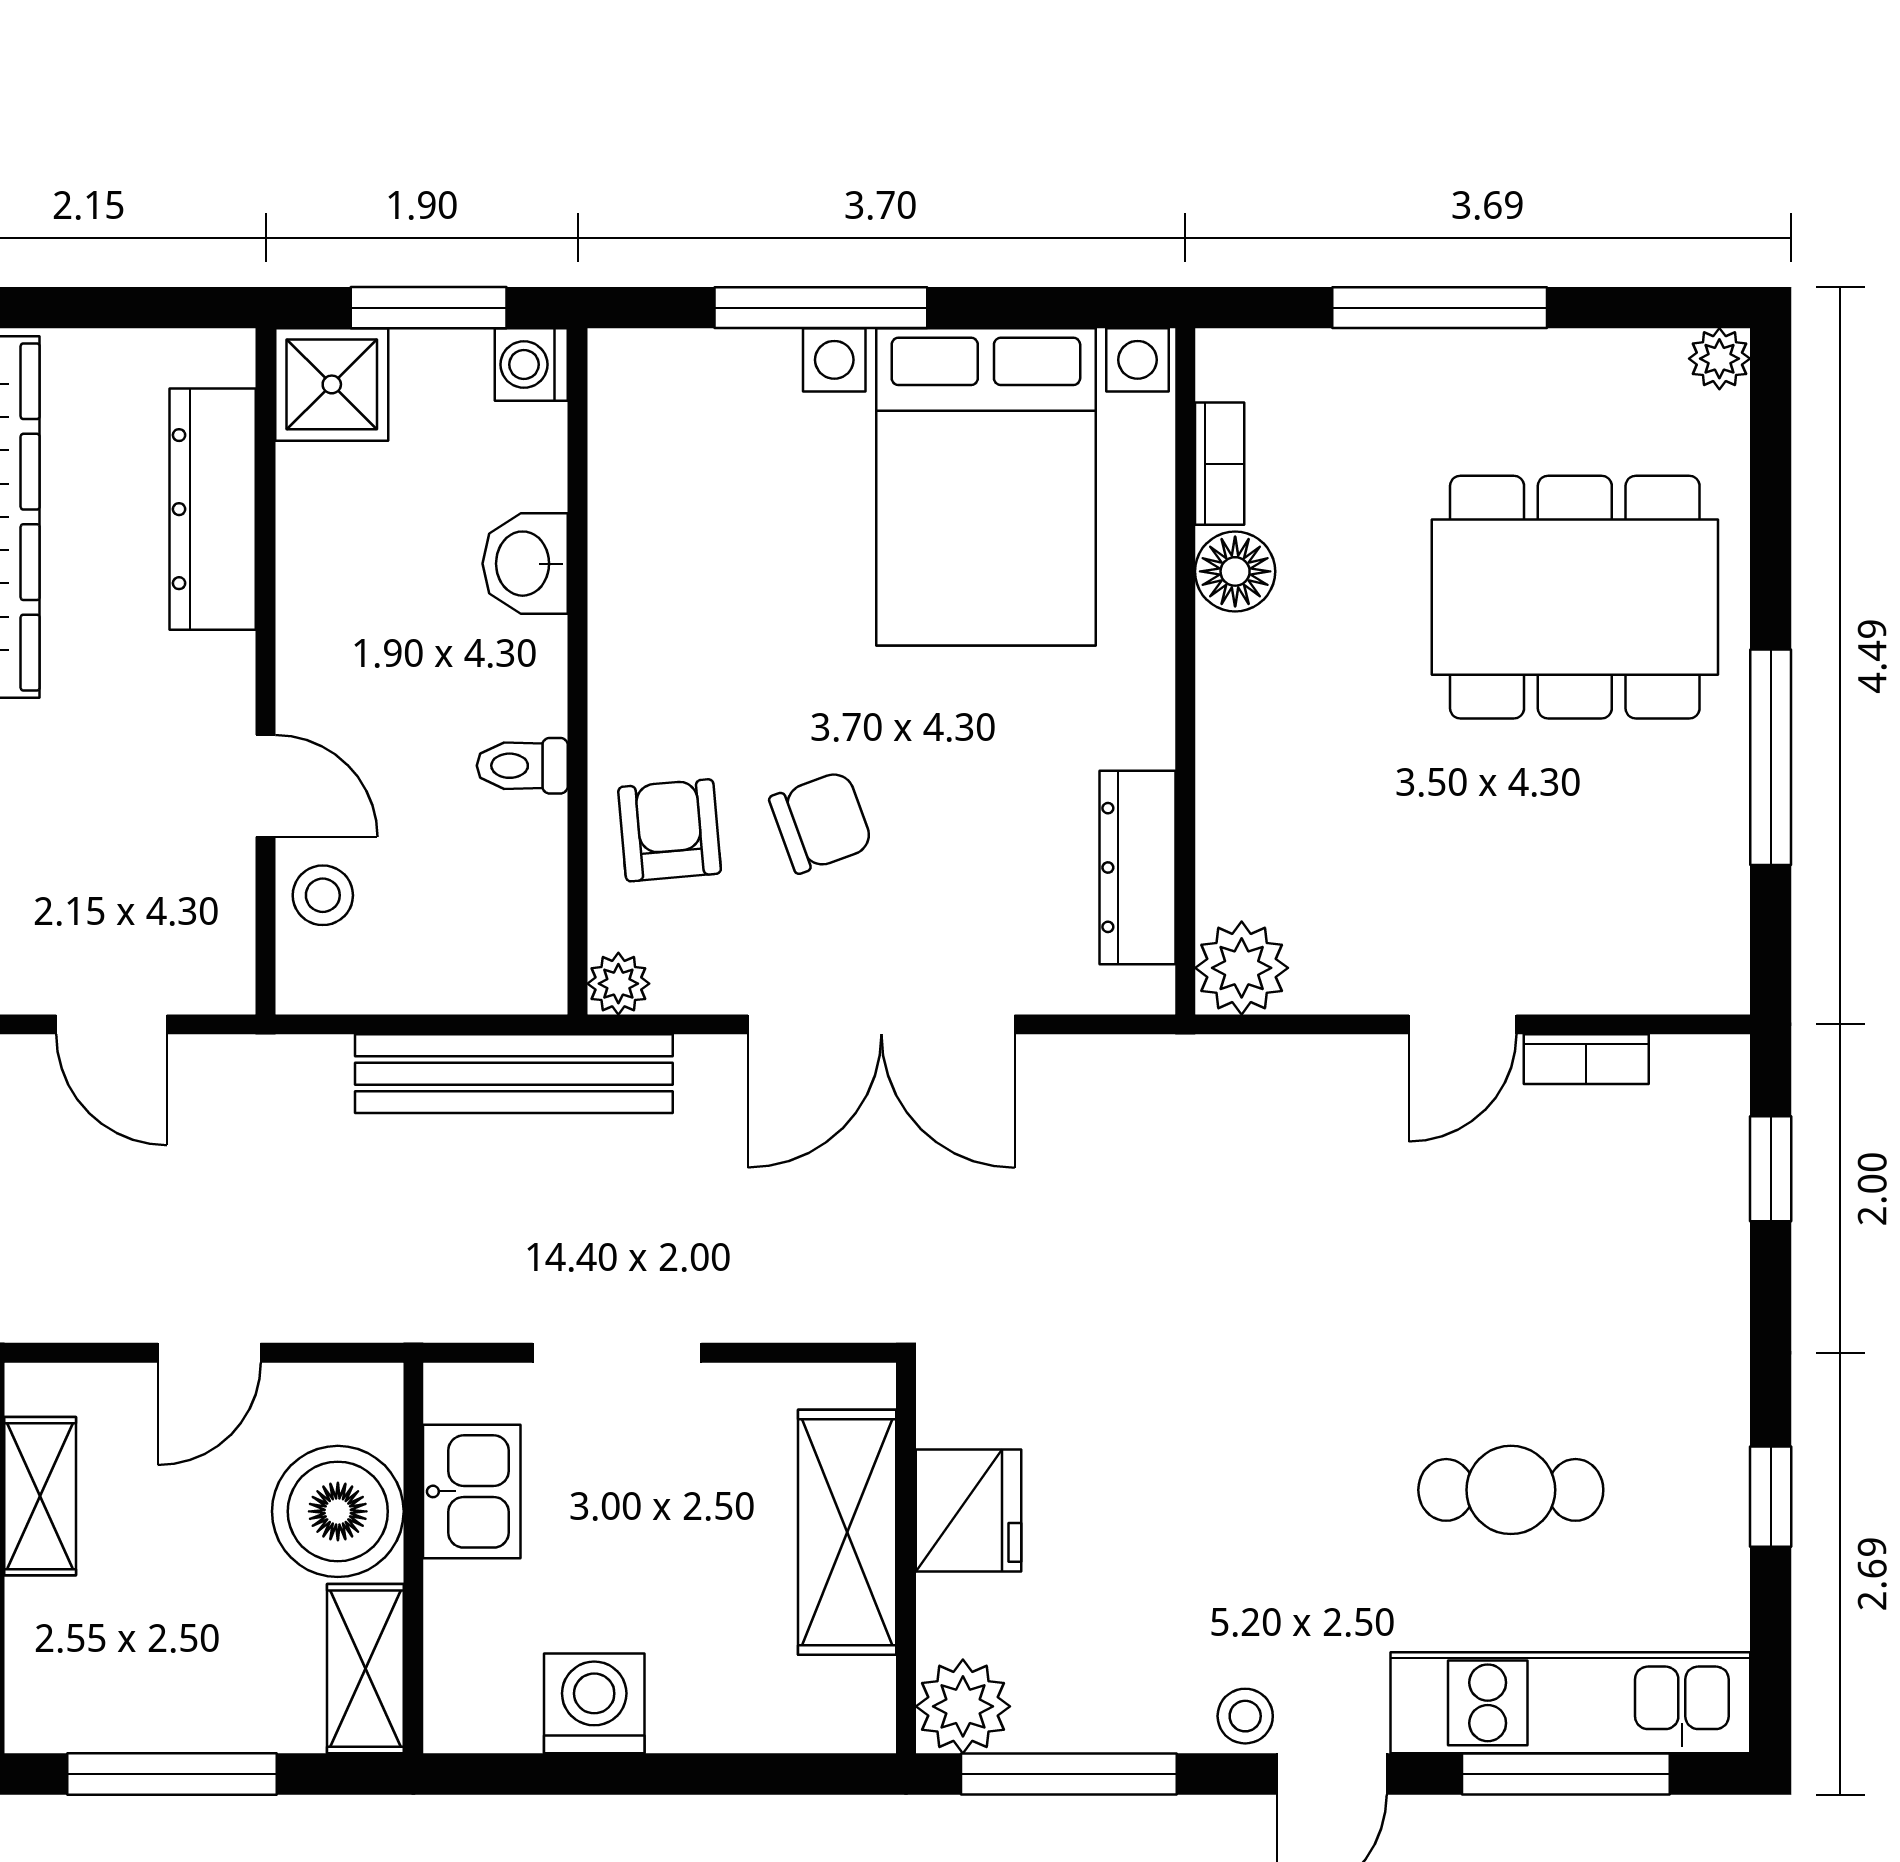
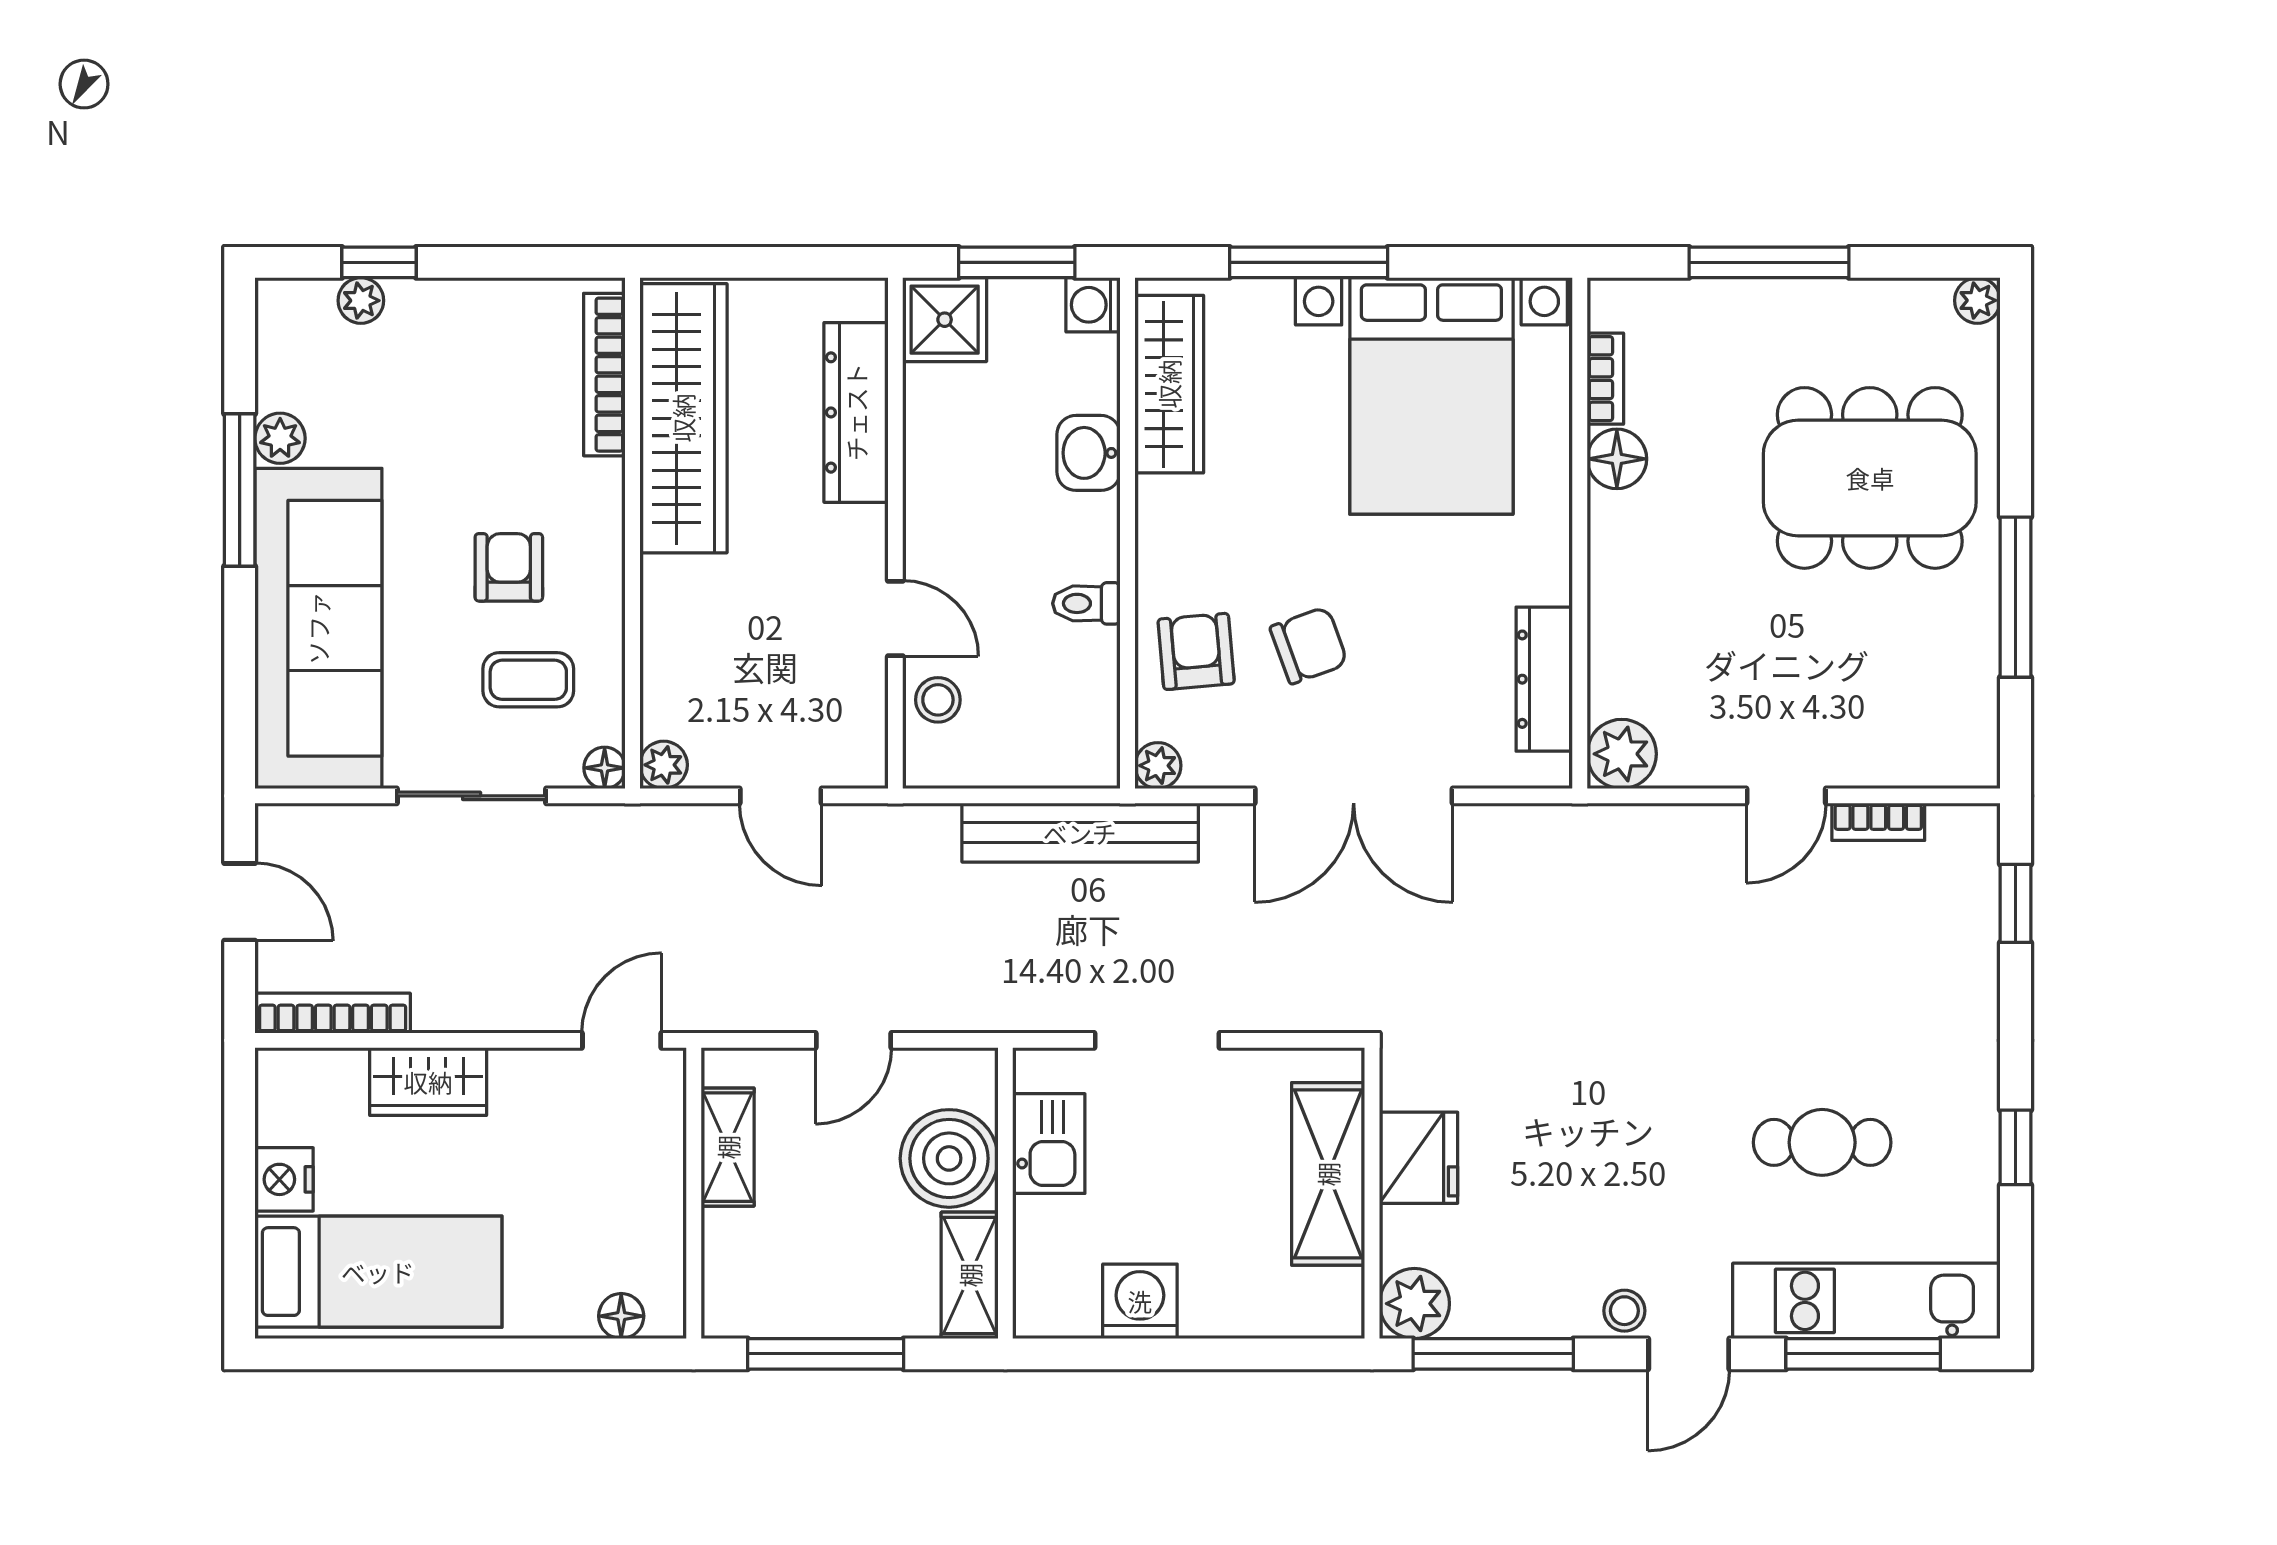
wardrobe: (634, 471) -> (1169, 384), added

